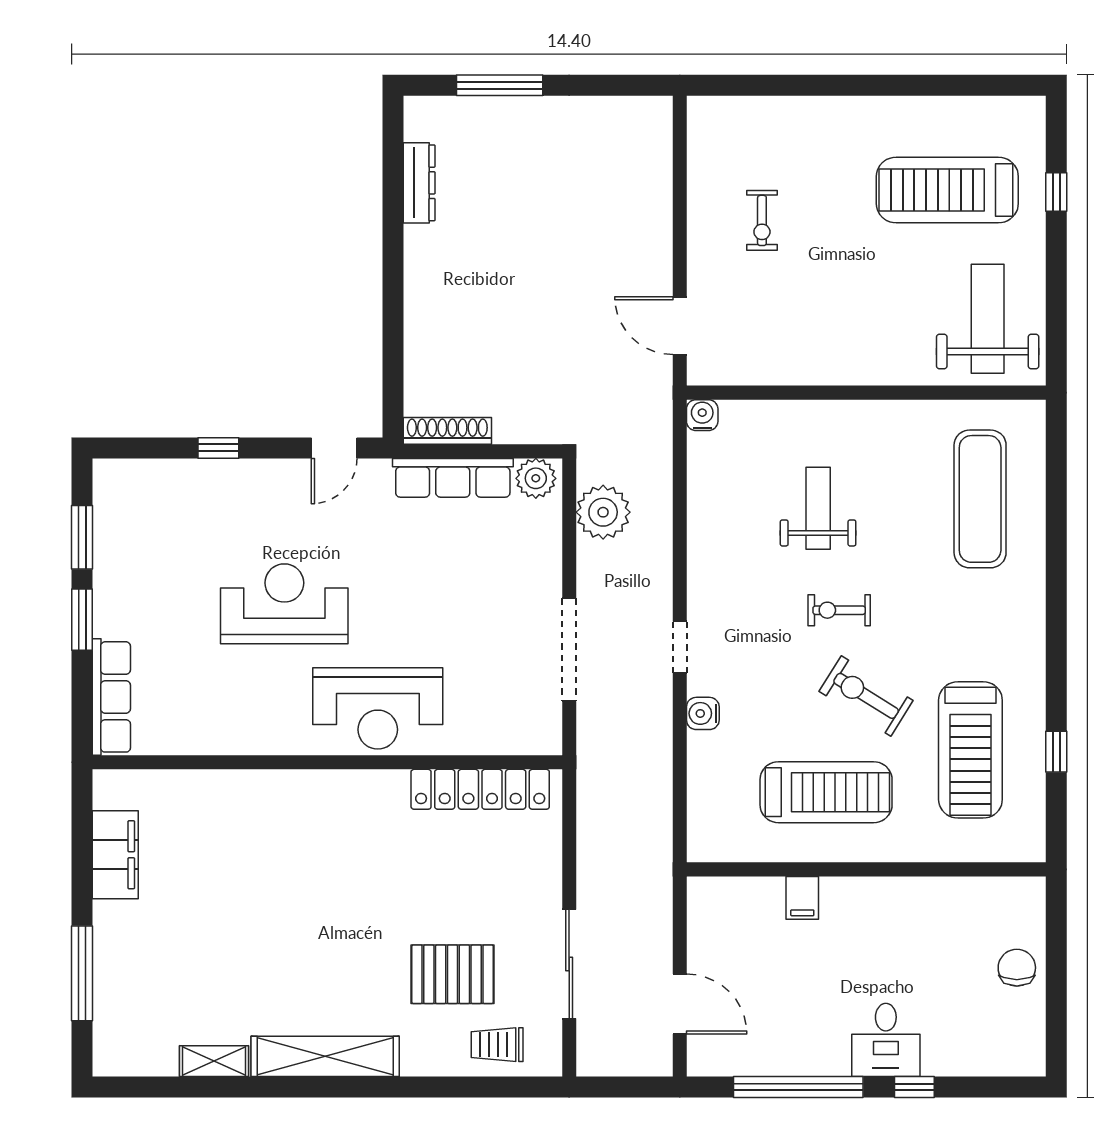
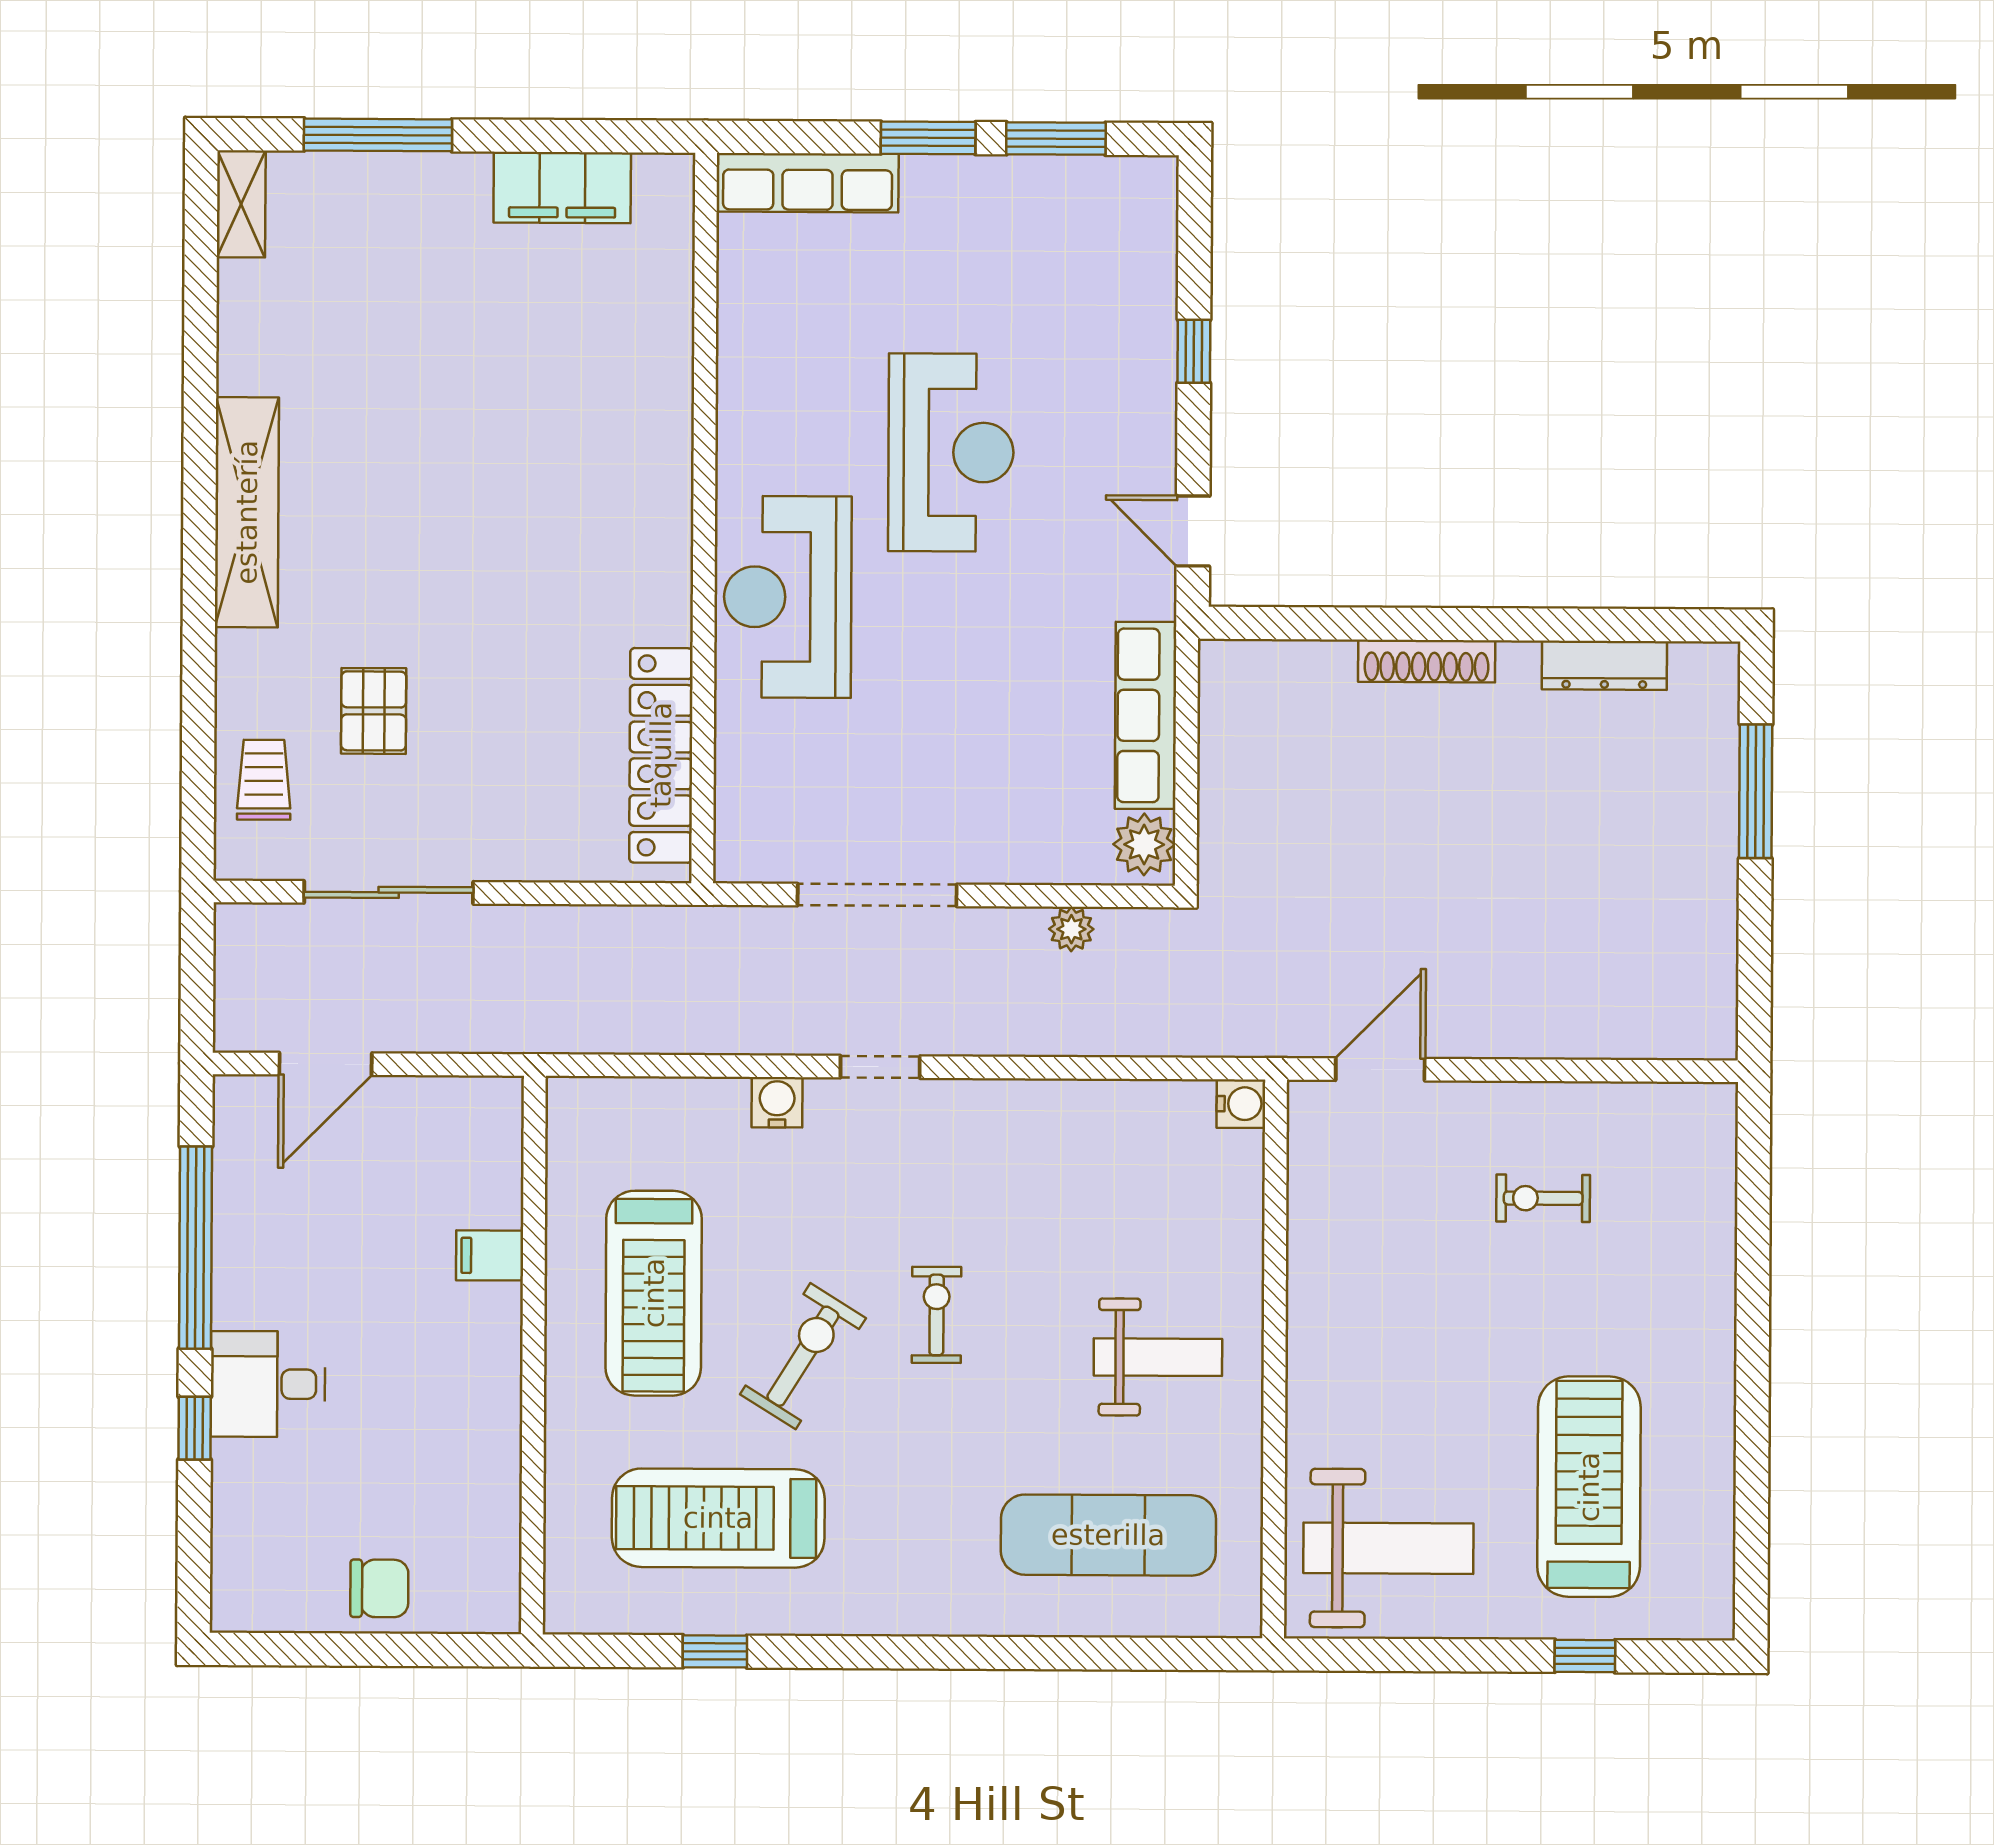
shoe rack: (447, 431) -> (1427, 661), moved, turned 90
weight bench: (818, 508) -> (1158, 1357), moved
plant: (603, 512) -> (1071, 929), width x0.53, depth x0.53
pallet: (453, 974) -> (374, 711), width x0.67, depth x0.71
shelving: (214, 1061) -> (241, 204), moved

